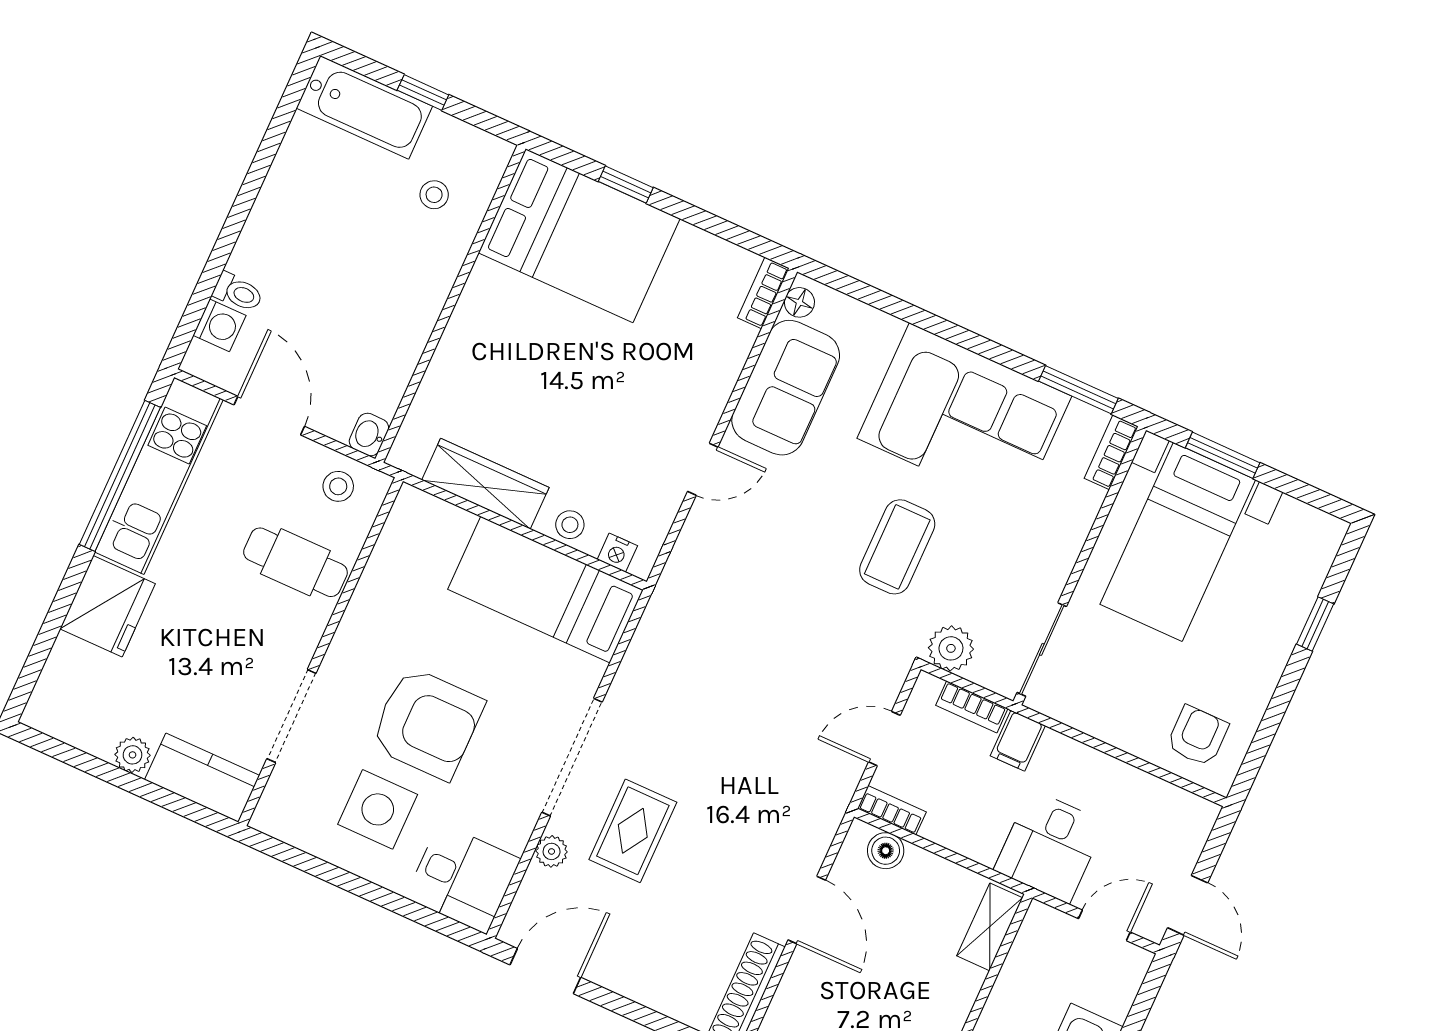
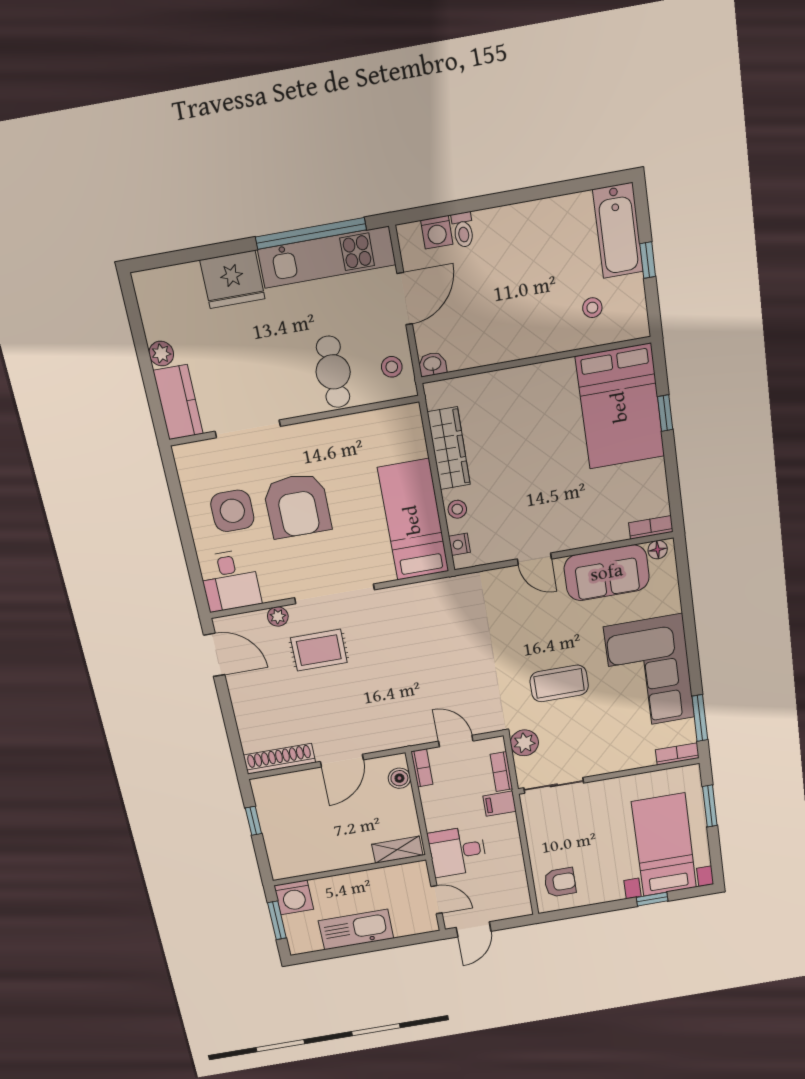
bed with nightstands: (1178, 542) -> (664, 845), moved, turned 90

